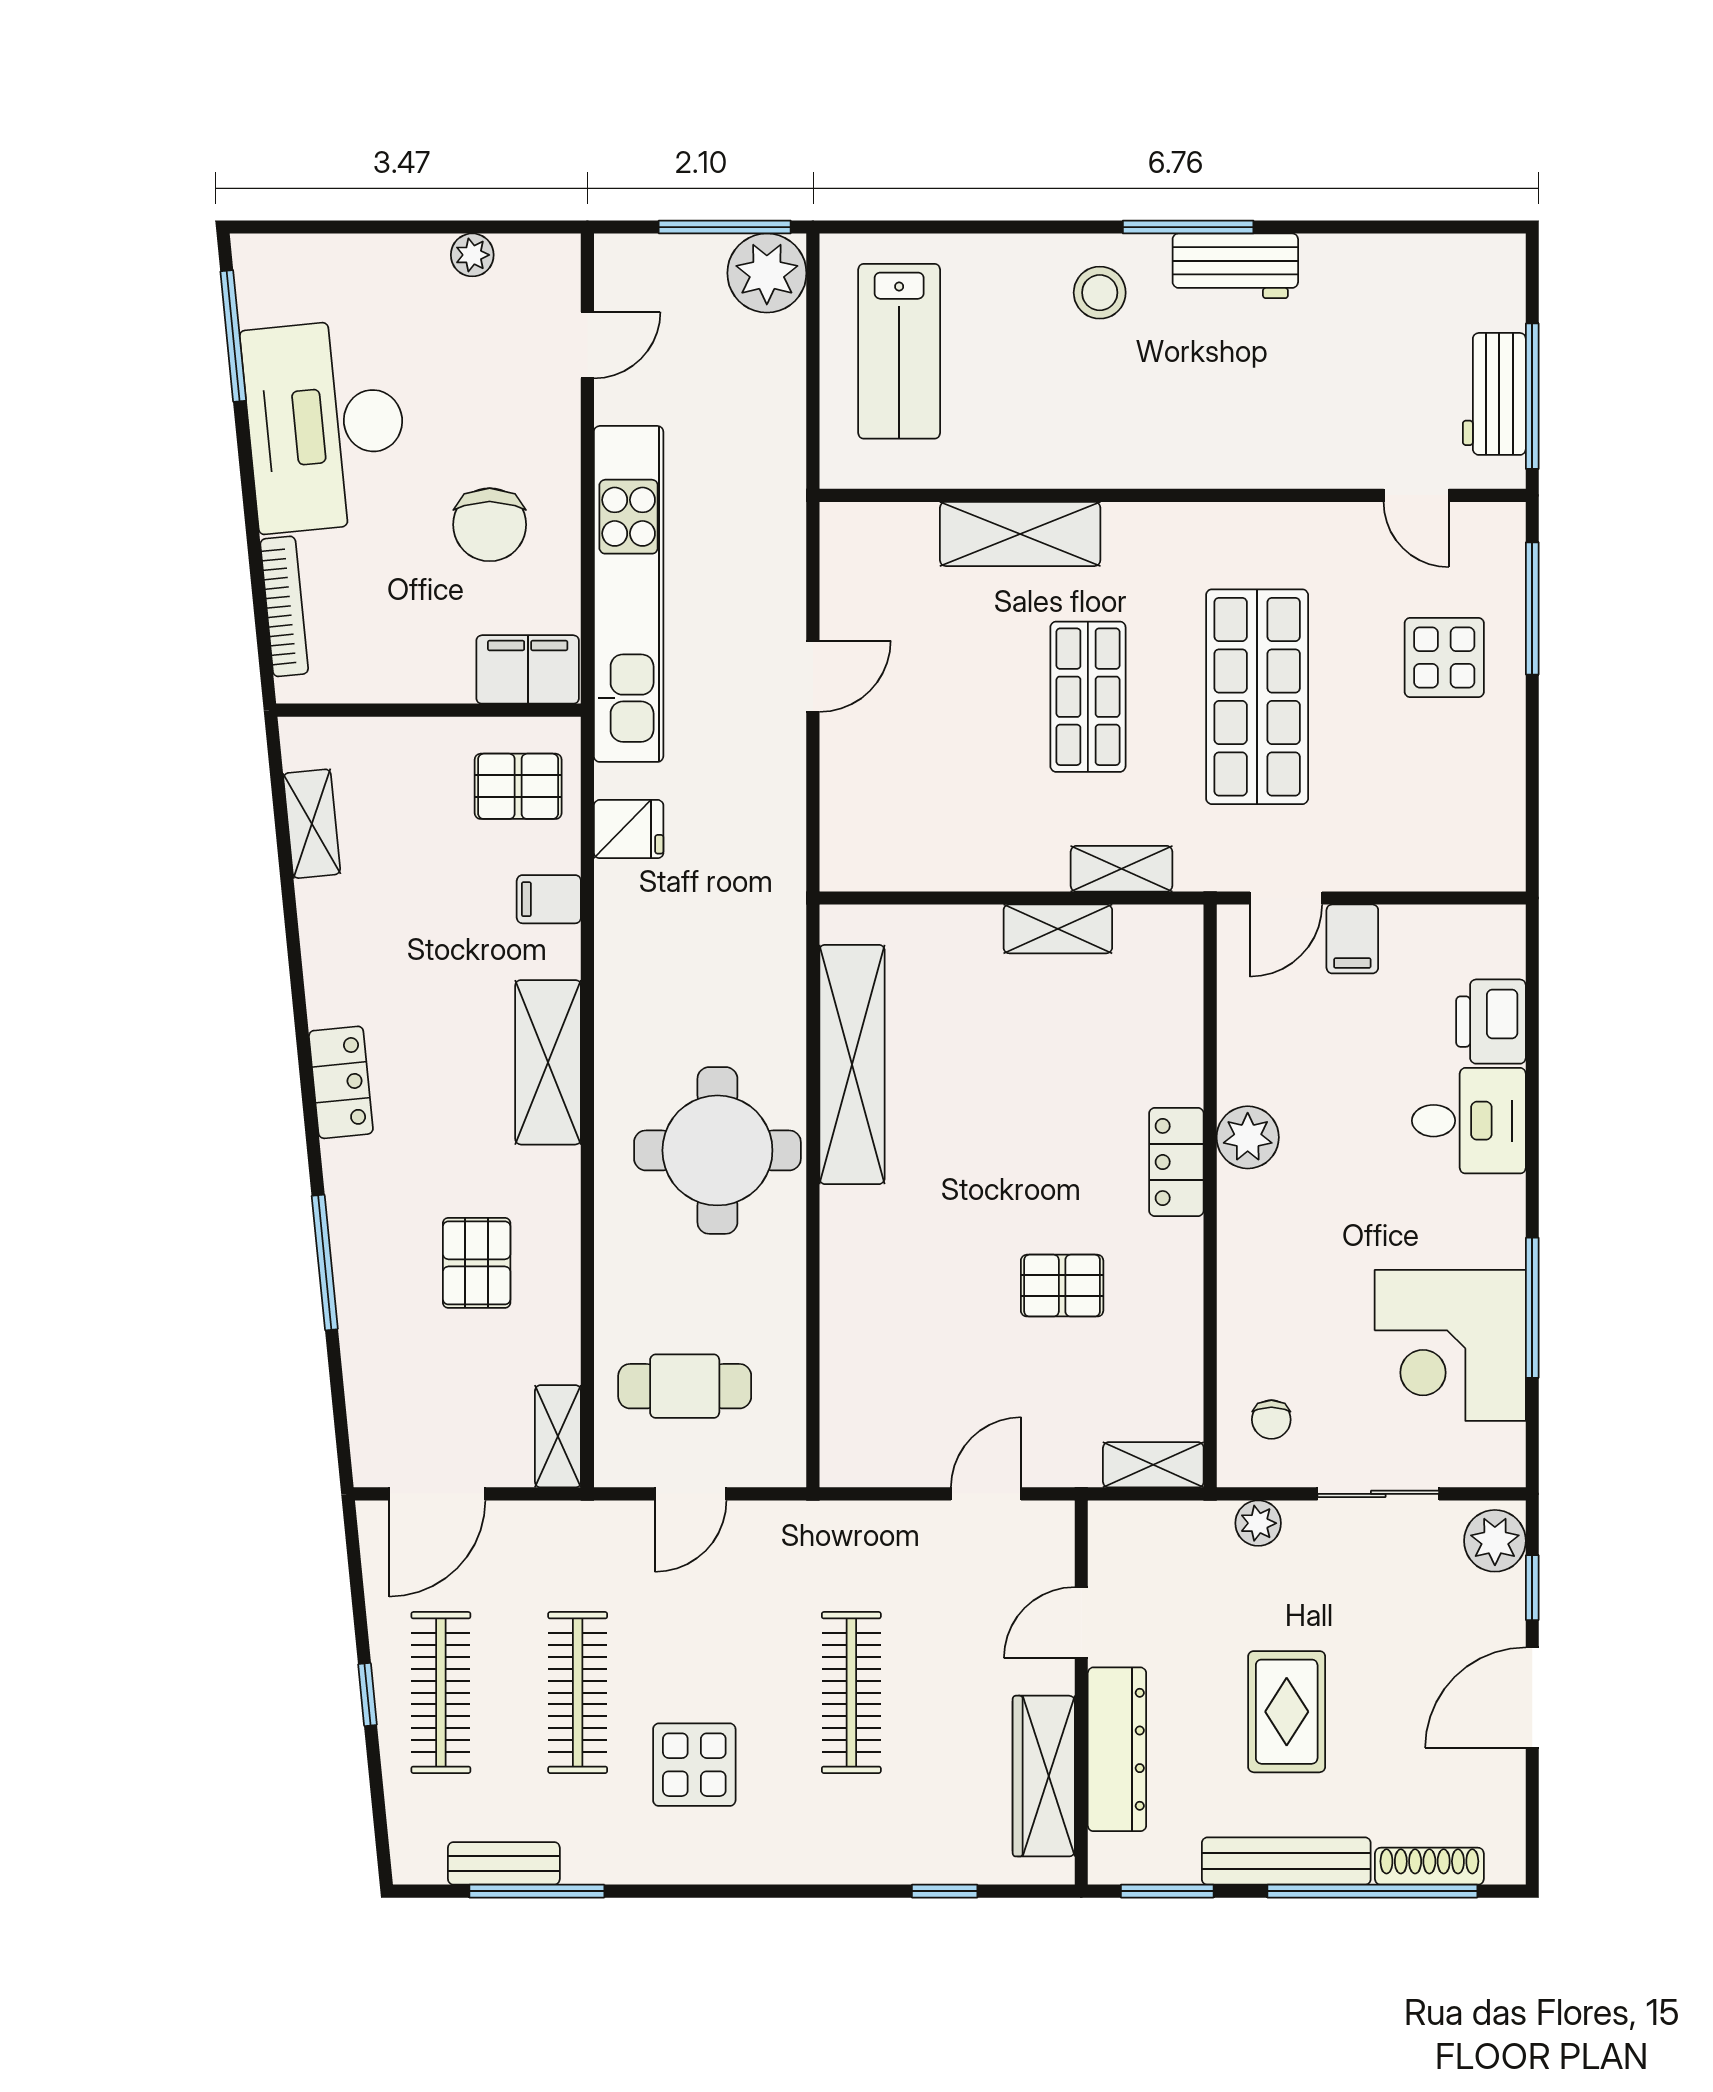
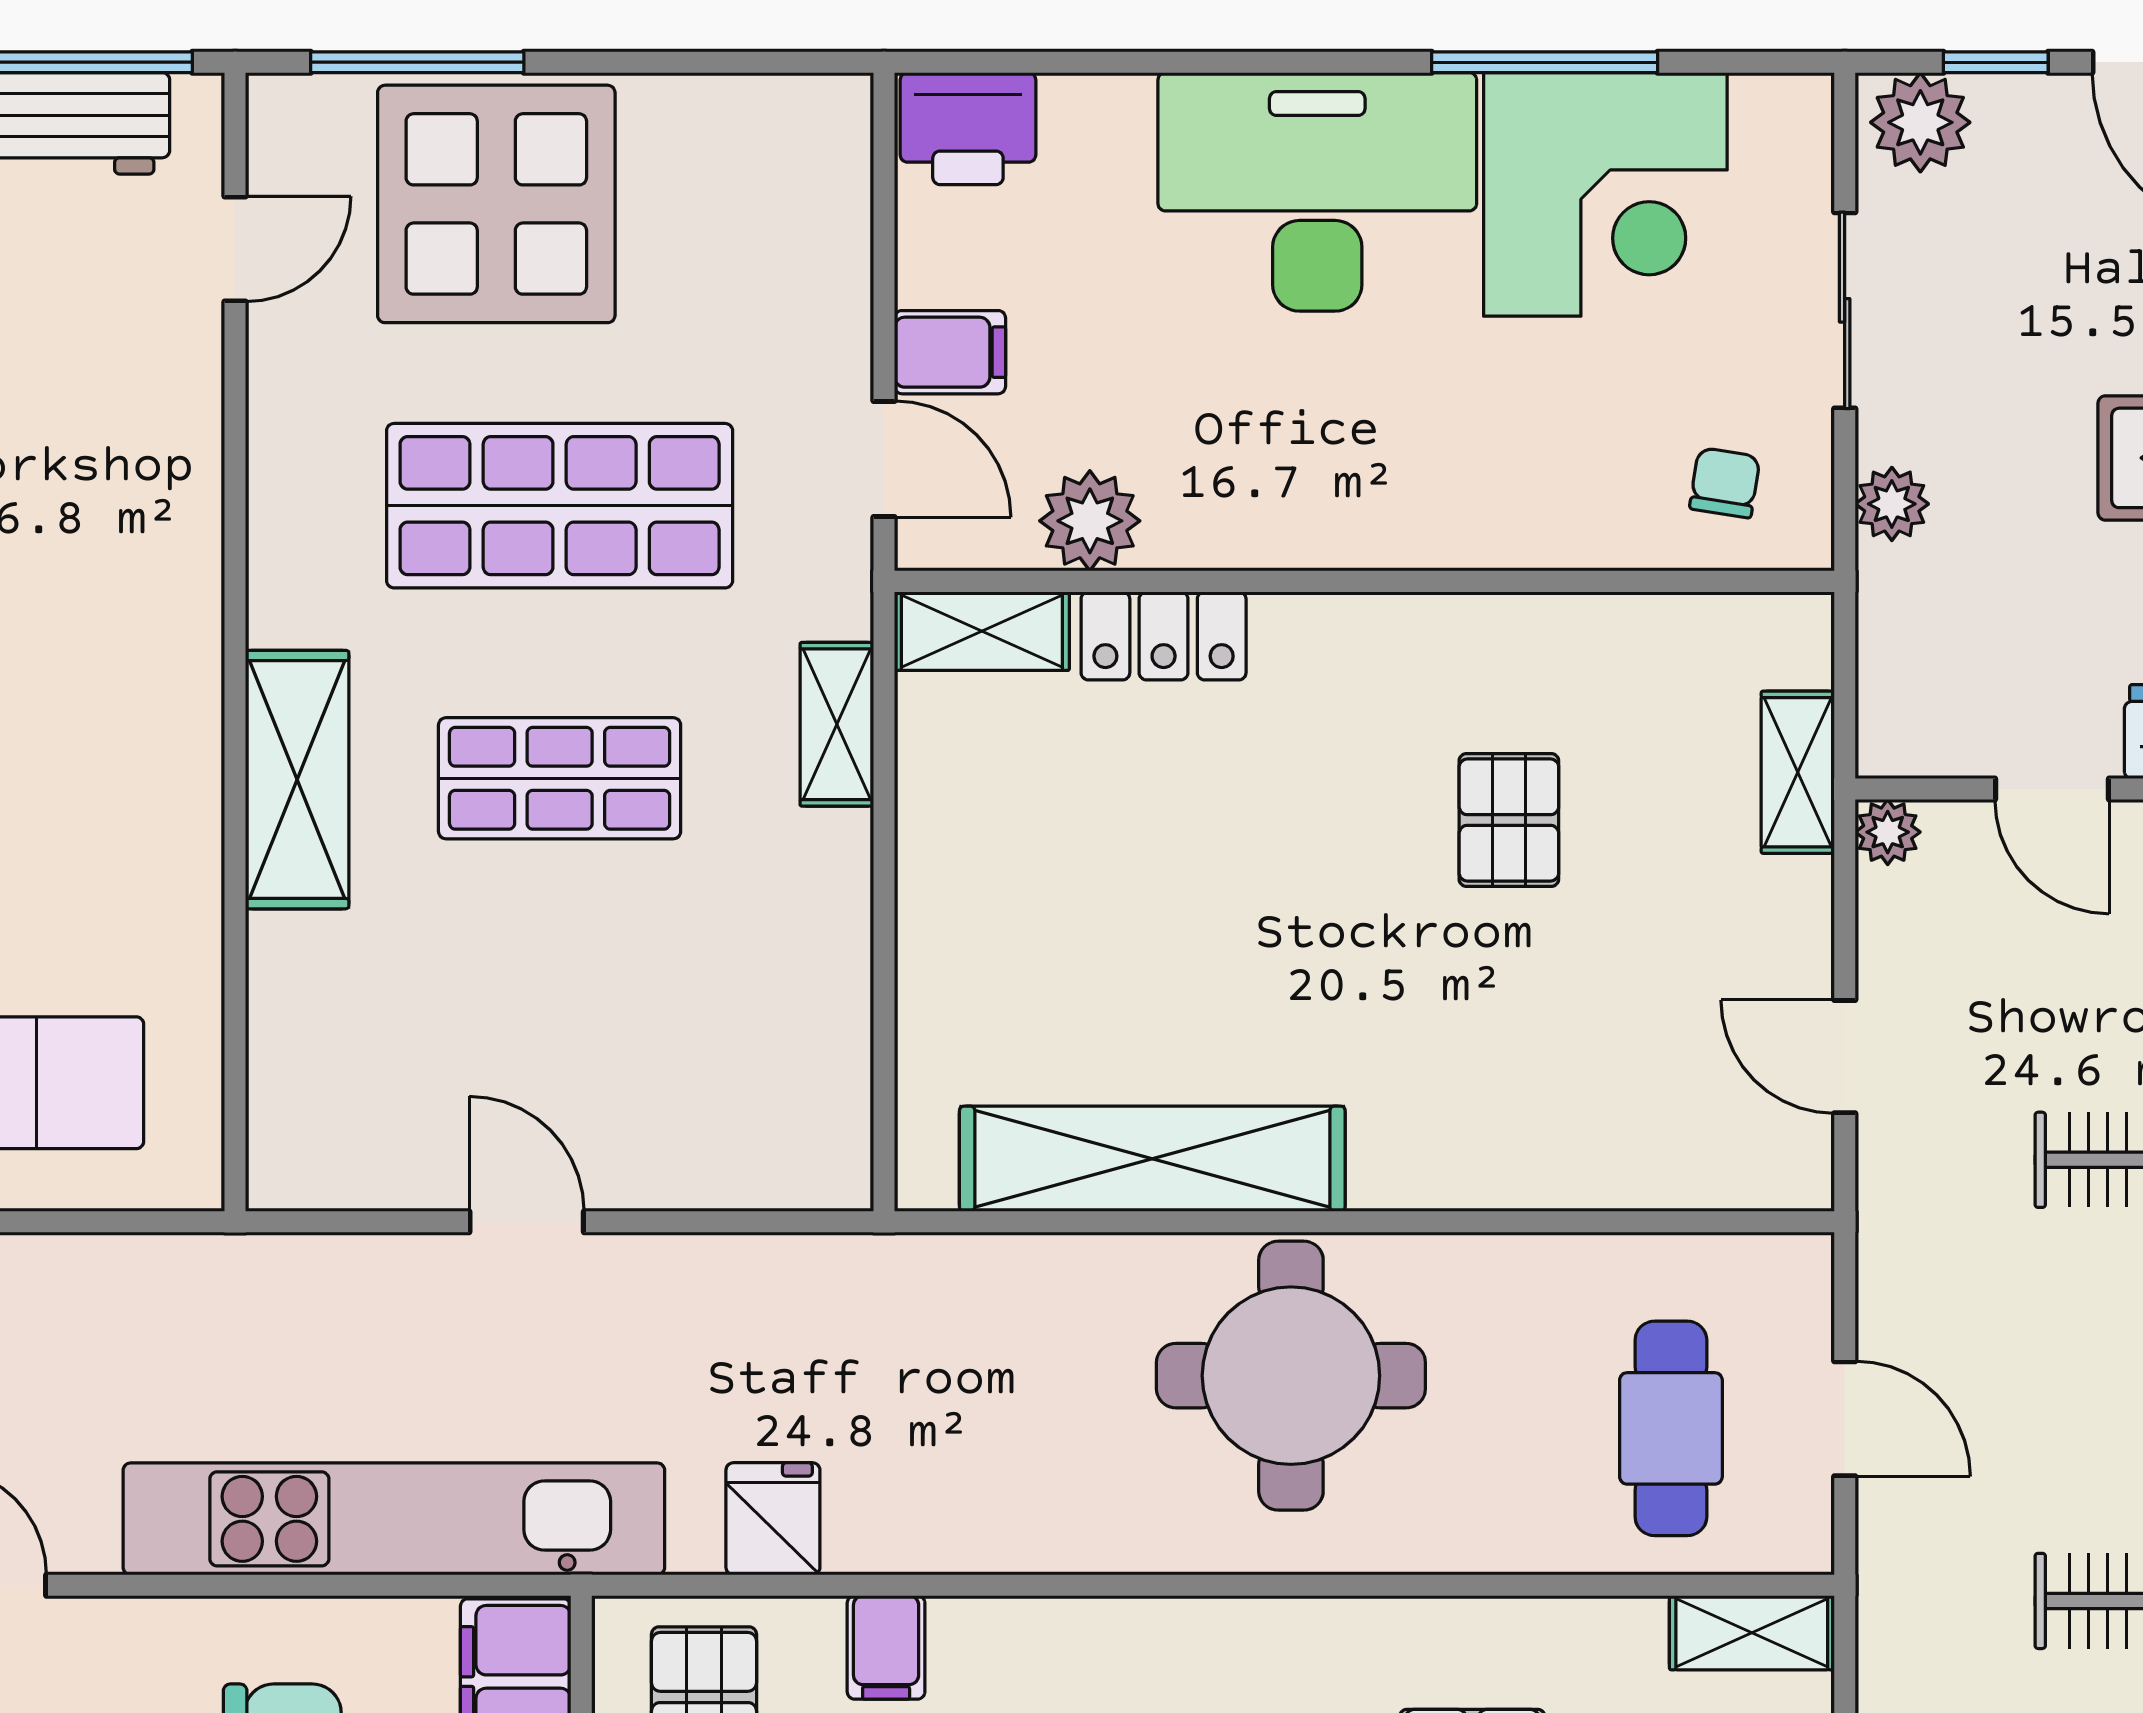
shelving: (1020, 534) -> (297, 780), moved
display table: (1444, 657) -> (496, 204), width x1.86, depth x1.86
shelving: (1058, 929) -> (982, 631), moved, turned 90
printer: (1491, 1022) -> (968, 129), moved
shelving: (548, 1062) -> (1149, 1649), removed
desk: (1469, 1121) -> (1317, 192), width x1.87, depth x1.30
plant: (1248, 1137) -> (1090, 521), moved
locker: (1176, 1162) -> (1164, 636), moved
chair: (1271, 1420) -> (1725, 483), turned -81
shelving: (1153, 1465) -> (1798, 772), moved
door: (986, 1494) -> (1845, 1057), moved
plant: (1055, 1521) -> (1888, 832), added

